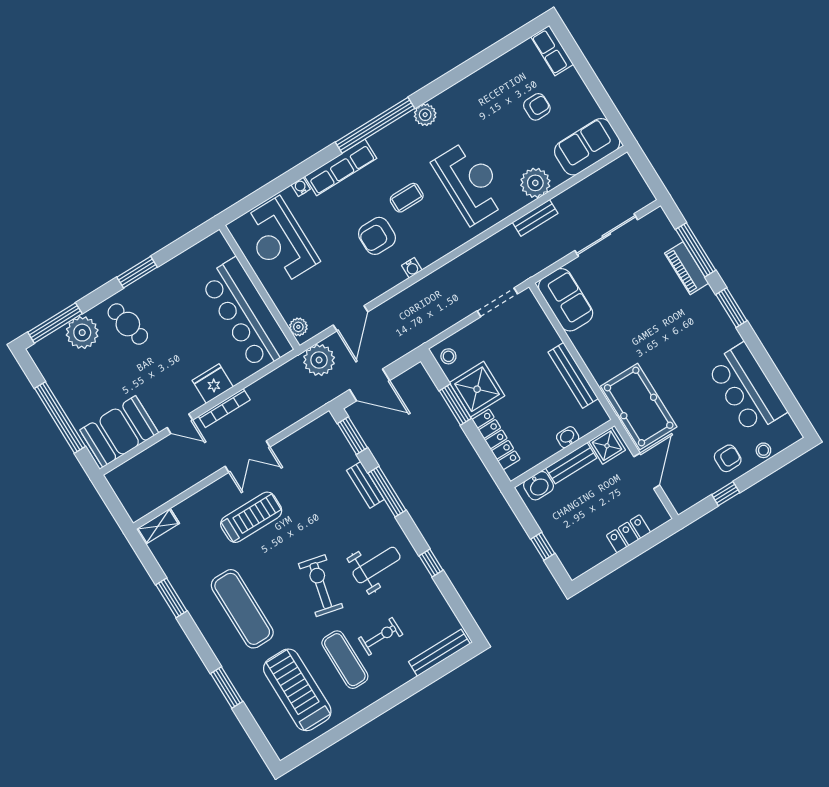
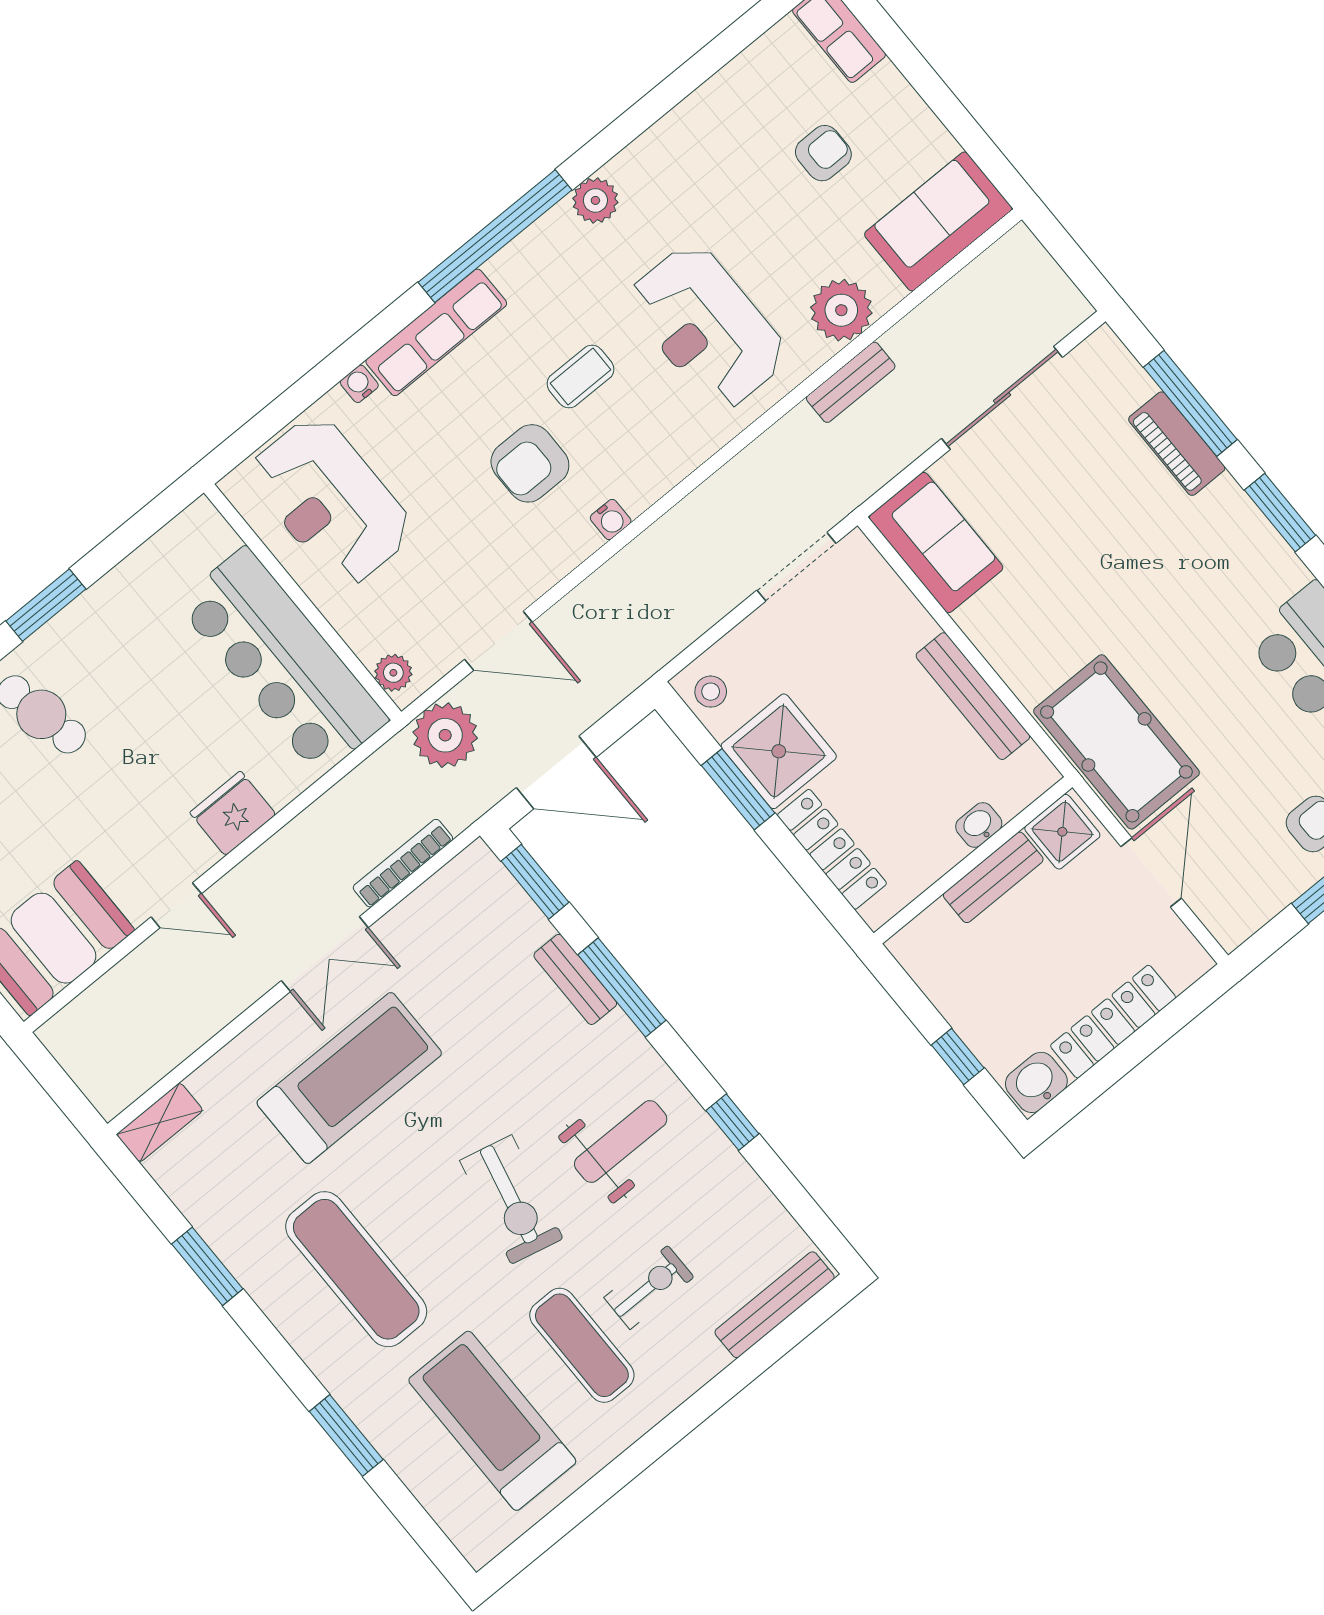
reception desk: (470, 182) -> (707, 327), turned 180
door: (350, 318) -> (498, 641), hinge flipped
bookcase: (224, 408) -> (403, 863), moved, turned 180
washbasin: (539, 486) -> (1036, 1082), moved, turned 180
treadmill: (251, 517) -> (349, 1078), width x1.37, depth x1.38
locker: (628, 534) -> (1113, 1022), width x1.53
exercise bike: (321, 586) -> (511, 1200), turned 180

